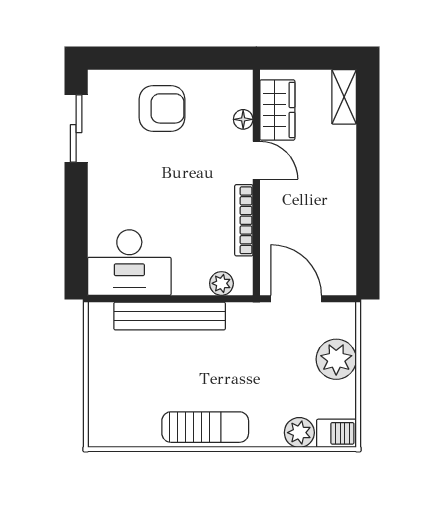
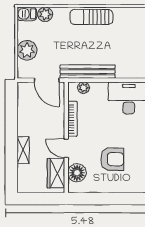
shelving: (344, 97) -> (23, 150), moved
armchair: (162, 108) -> (112, 159), moved, turned 180
floor lamp: (243, 119) -> (77, 173), width x1.89, depth x1.89
bench: (170, 316) -> (88, 72), moved

